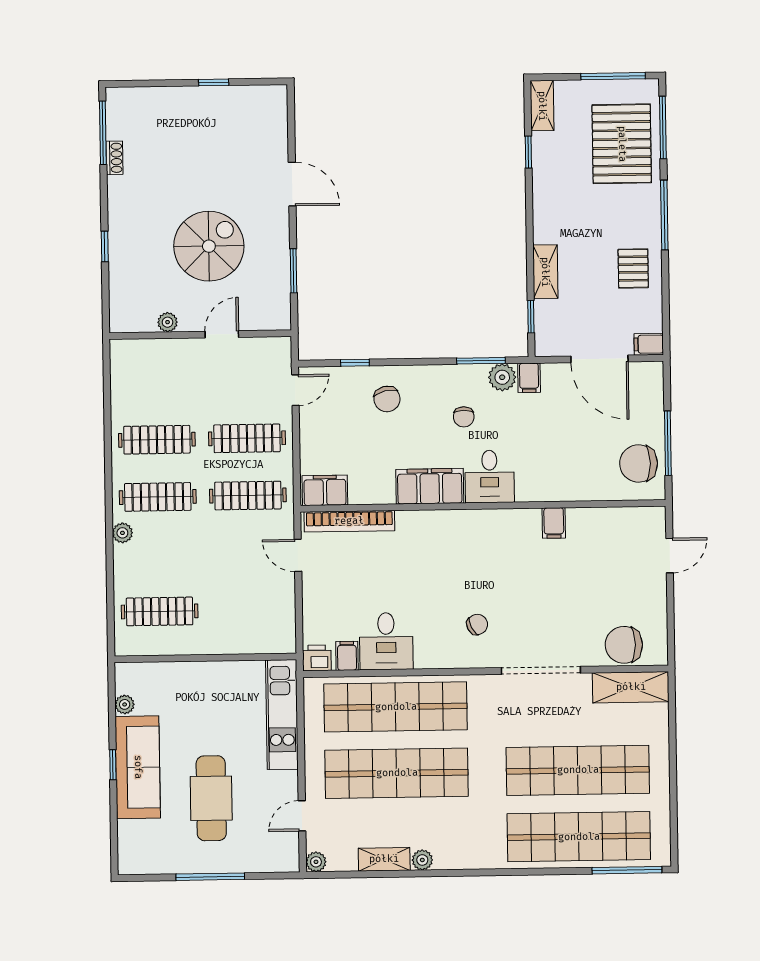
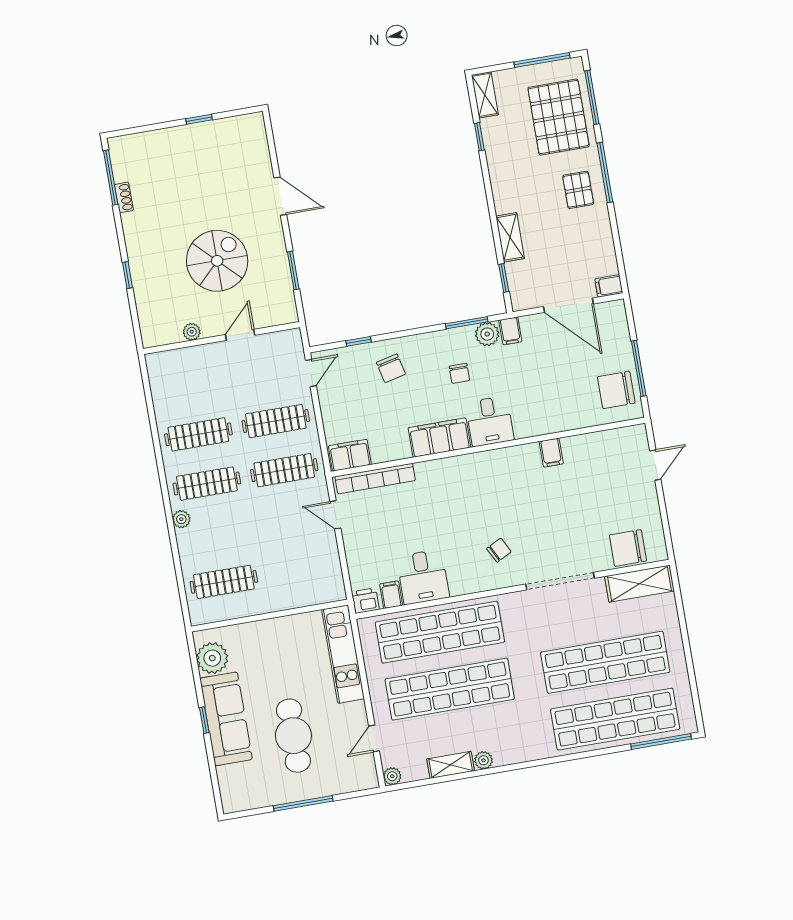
pallet: (633, 268) -> (578, 190), moved
plant: (125, 704) -> (212, 658), width x1.88, depth x1.88

